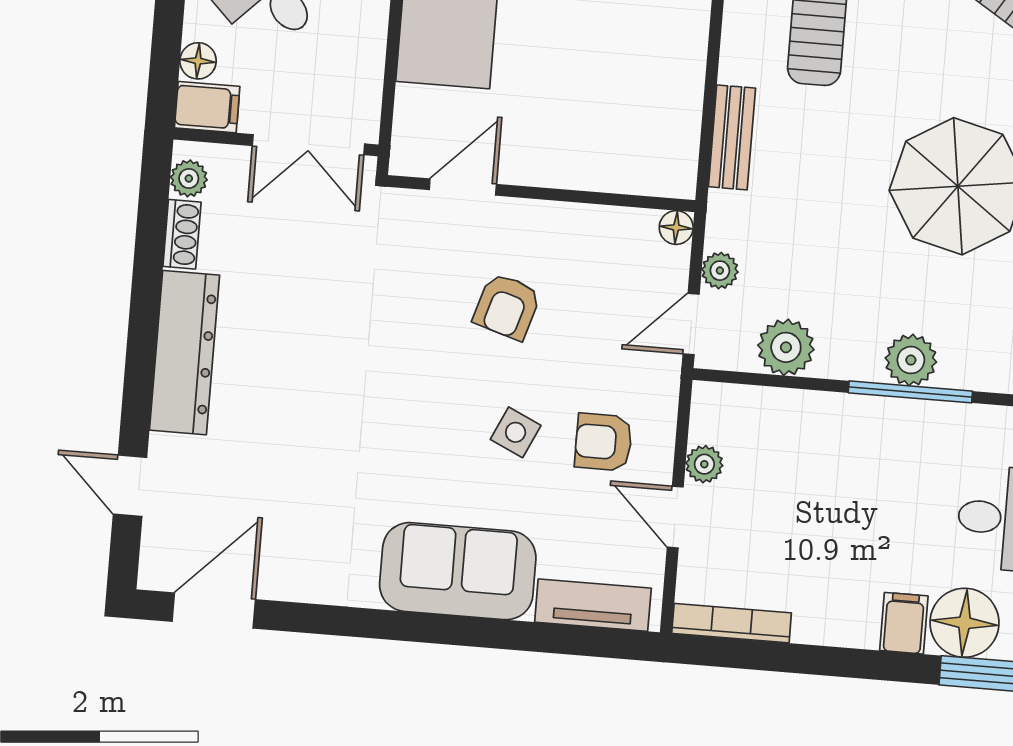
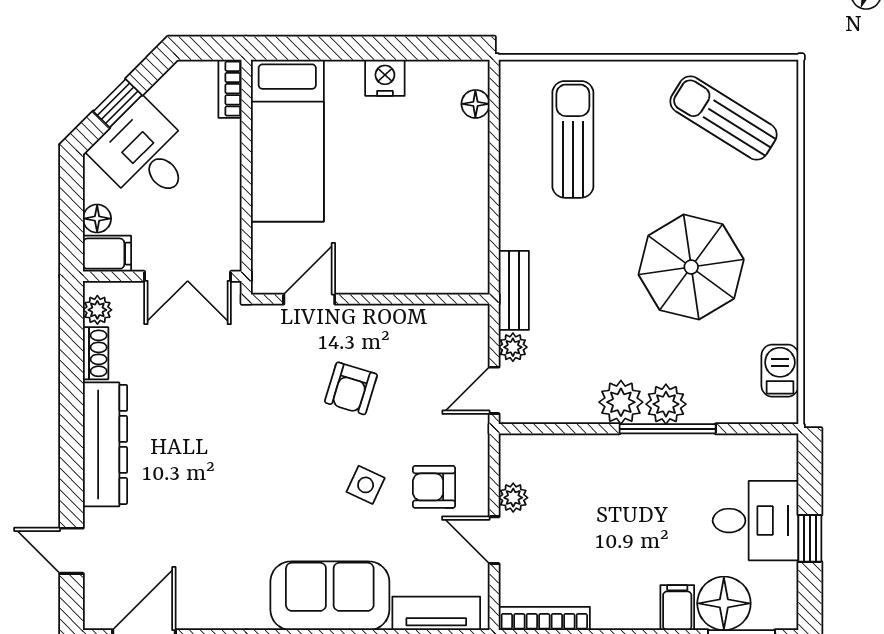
bench: (732, 137) -> (514, 290), moved
floor lamp: (676, 228) -> (476, 317), removed
plant: (786, 347) -> (621, 402), moved

